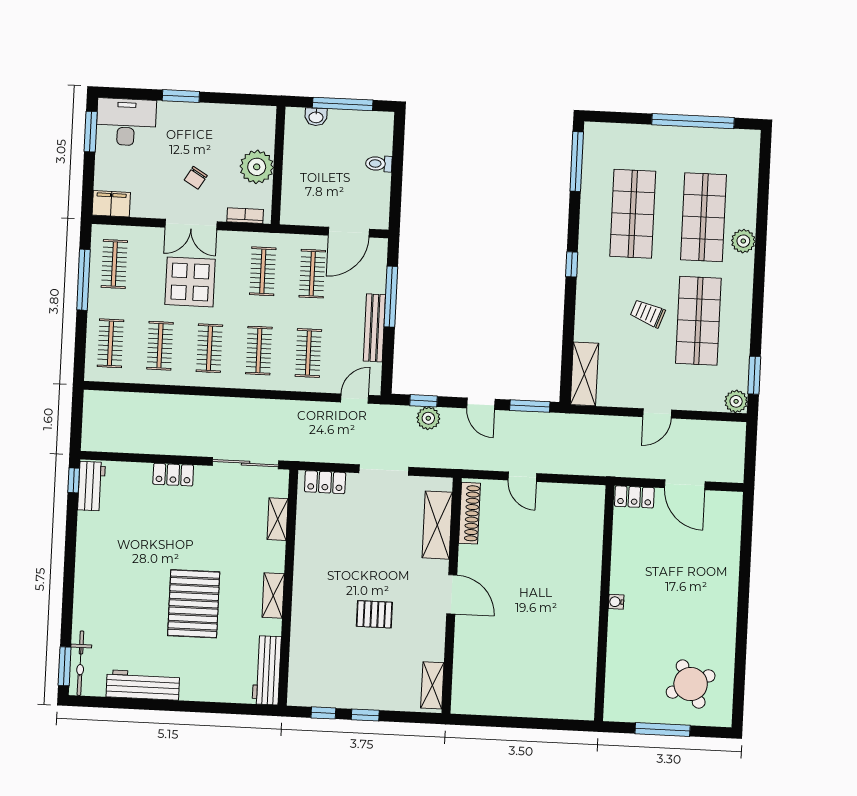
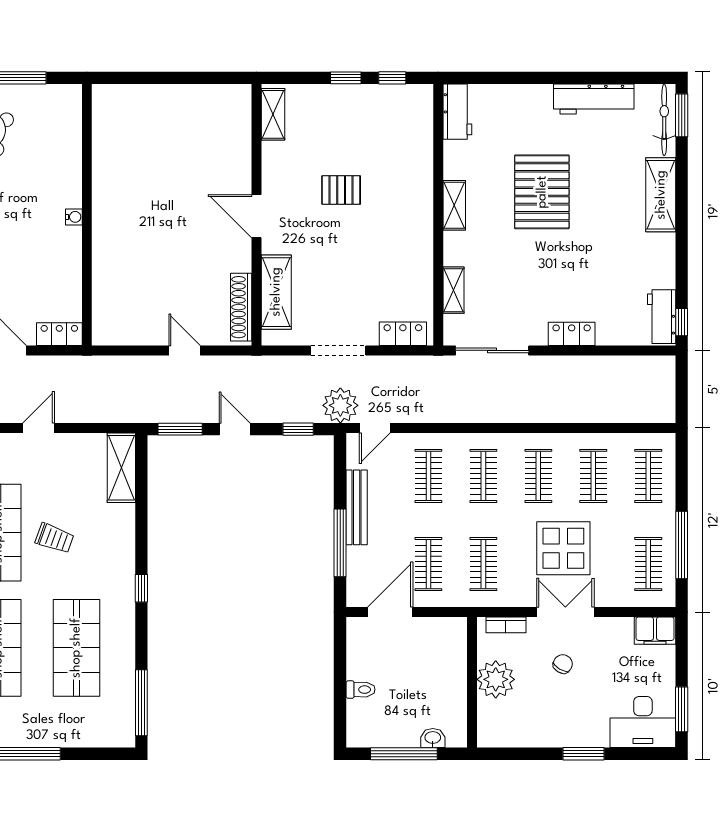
plant: (428, 418) -> (340, 405), moved, width x1.36, depth x1.36
shelving: (87, 596) -> (661, 195), added
workbench: (267, 670) -> (457, 112), width x0.73

